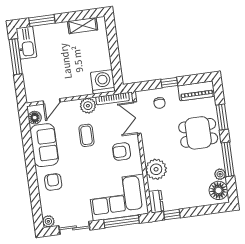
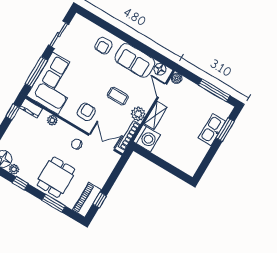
shelving: (83, 26) -> (155, 115), moved
kitchen sink: (26, 43) -> (212, 130), moved, turned 90
window: (169, 82) -> (100, 200), moved
boiler: (31, 97) -> (177, 78), added
chair: (160, 103) -> (77, 144), moved
window: (228, 159) -> (20, 183), width x0.46
plant: (156, 169) -> (52, 120), width x0.53, depth x0.53
armchair: (53, 182) -> (104, 46), turned 90
plant: (48, 221) -> (78, 20), removed

